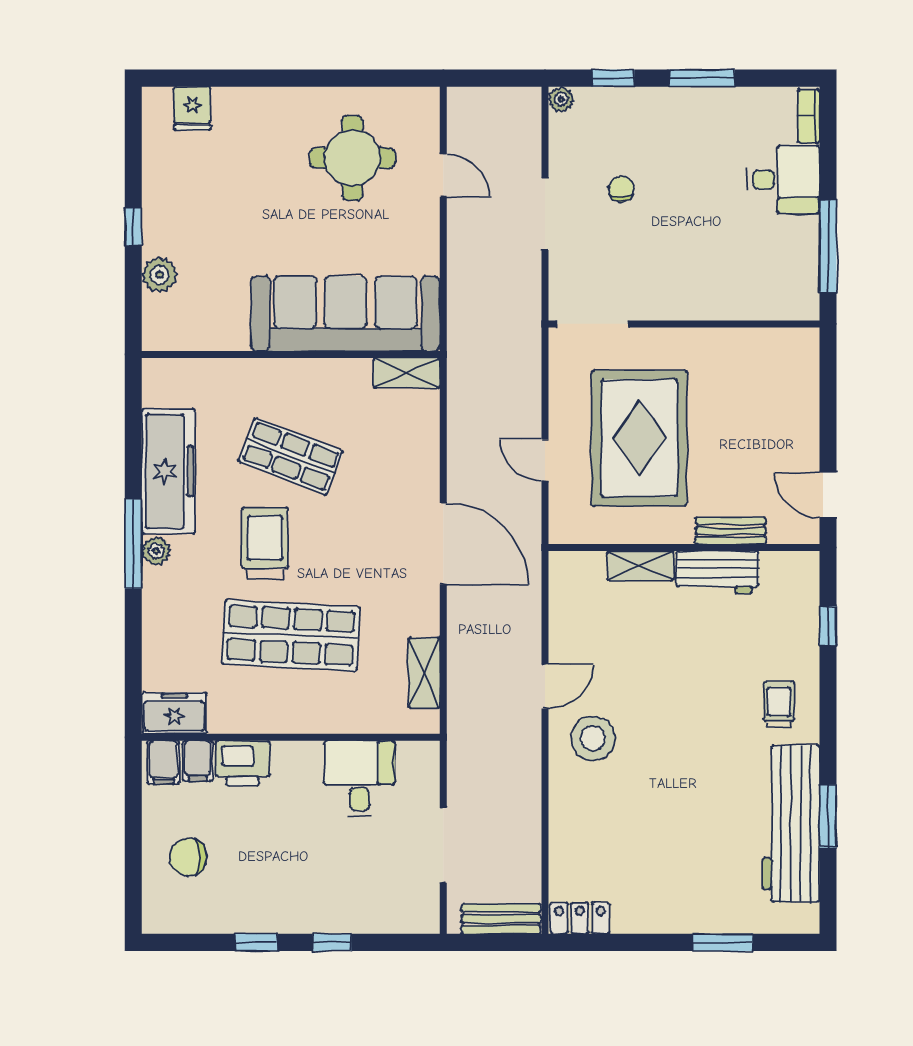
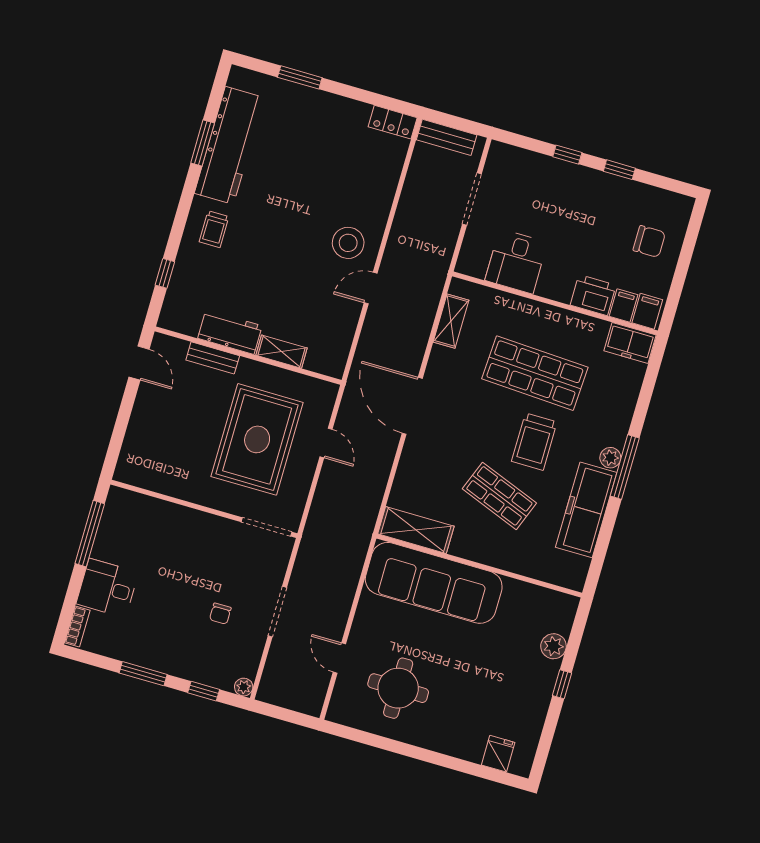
shelving: (407, 373) -> (416, 530), width x1.50, depth x1.33

